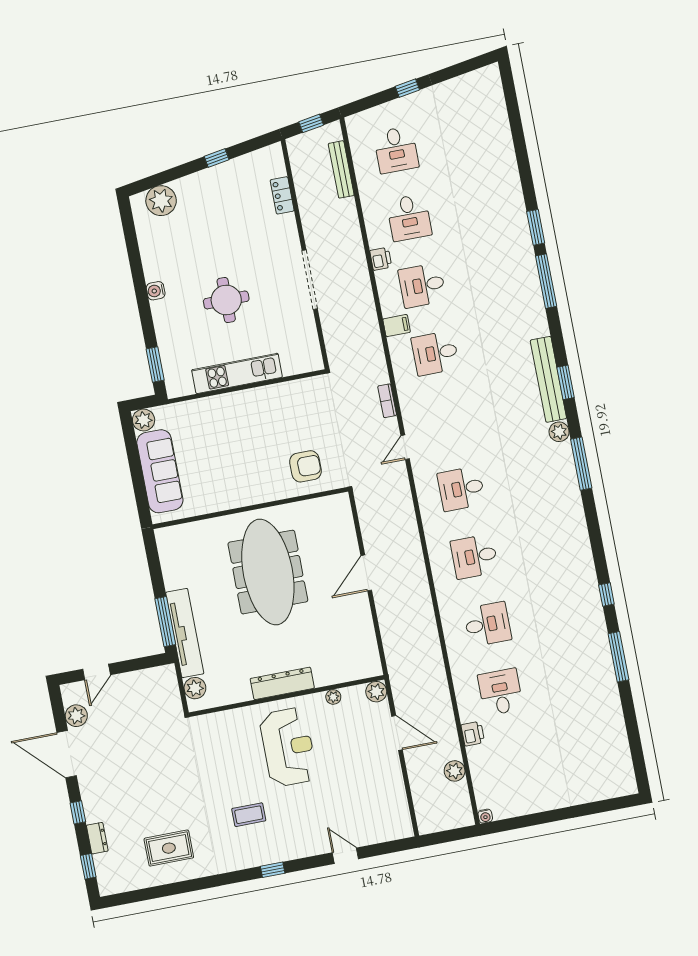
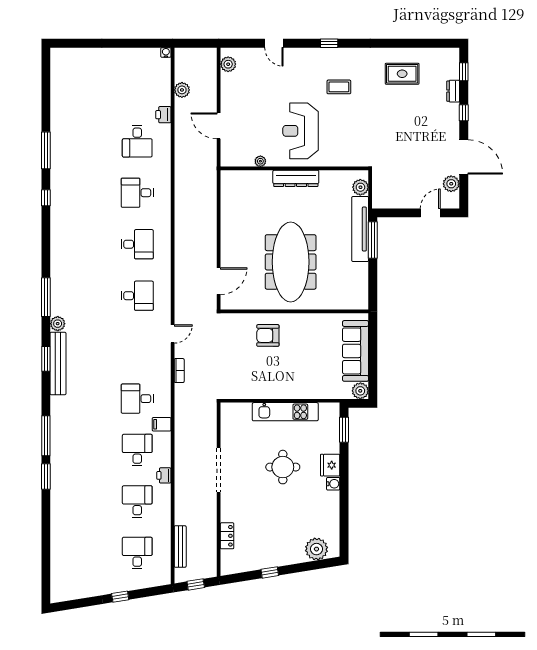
desk: (422, 285) -> (137, 450), turned -90
fridge: (164, 315) -> (330, 465), added
desk: (435, 353) -> (137, 399), turned 180
armchair: (305, 466) -> (268, 335), moved
door: (366, 573) -> (219, 281), moved
plant: (376, 692) -> (228, 64), moved

